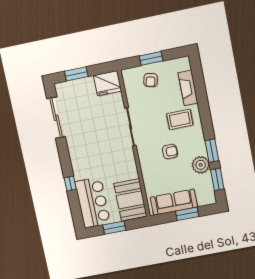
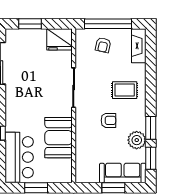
window: (151, 58) -> (108, 24), width x2.11
fireplace: (188, 88) -> (139, 46), moved
booth: (130, 200) -> (59, 138), moved
sofa: (174, 202) -> (123, 173), moved

